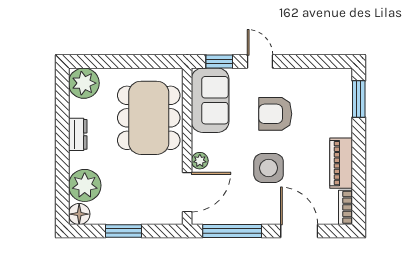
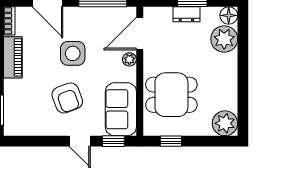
window: (149, 62) -> (171, 141), added
armchair: (275, 114) -> (67, 98), turned 70
dining table: (149, 118) -> (171, 95), width x0.73
dresser: (78, 134) -> (186, 14), moved, turned -90

